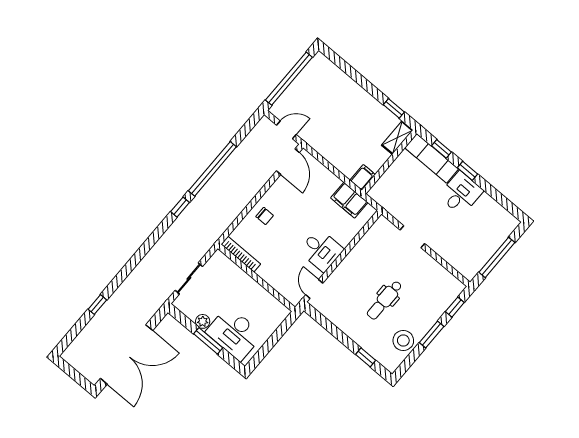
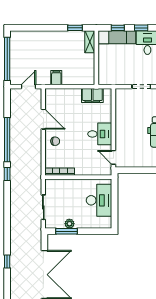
door: (288, 162) -> (43, 119), moved
filing cabinet: (363, 177) -> (56, 78), moved
desk: (234, 333) -> (99, 200), moved, turned -90
window: (208, 341) -> (67, 231), moved

